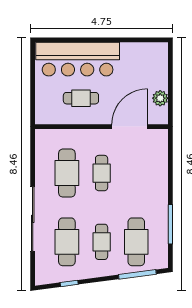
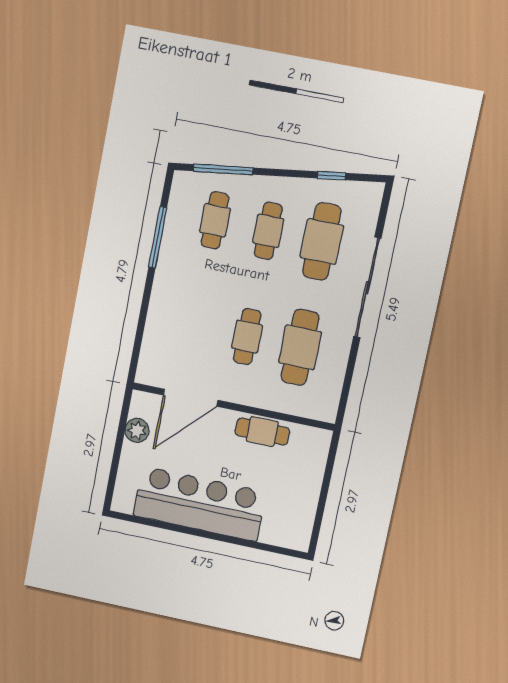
bar counter: (78, 59) -> (199, 504), moved
cafe table: (81, 98) -> (262, 432), moved
cafe table: (136, 242) -> (215, 220), width x0.73, depth x0.74

